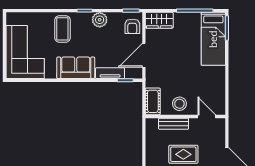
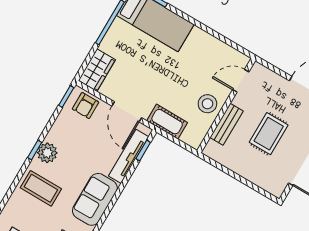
plant: (100, 20) -> (47, 153), moved
armchair: (132, 26) -> (86, 106), turned 90
tv unit: (110, 73) -> (129, 156), width x1.41
cot: (153, 101) -> (167, 122), moved

